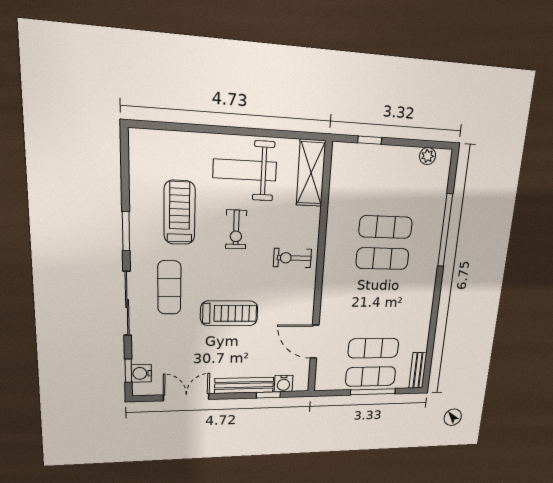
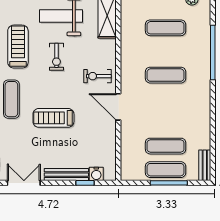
exercise mat: (386, 227) -> (166, 28), moved
treadmill: (229, 313) -> (53, 118), turned 180
door: (315, 342) -> (118, 107), moved

